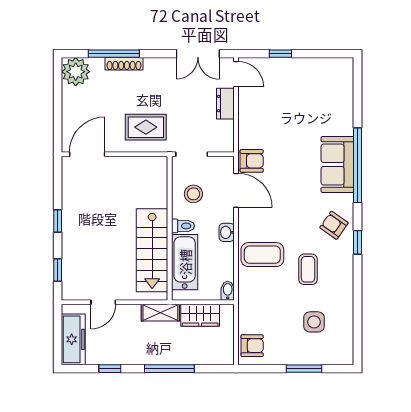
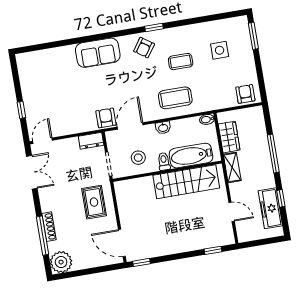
dresser: (225, 104) -> (91, 141), moved
window: (358, 165) -> (96, 37), removed
window: (58, 221) -> (142, 262), moved
coffee table: (262, 255) -> (175, 98), turned 90
freezer: (73, 339) -> (270, 208), moved, turned -90
window: (304, 369) -> (253, 36), moved

